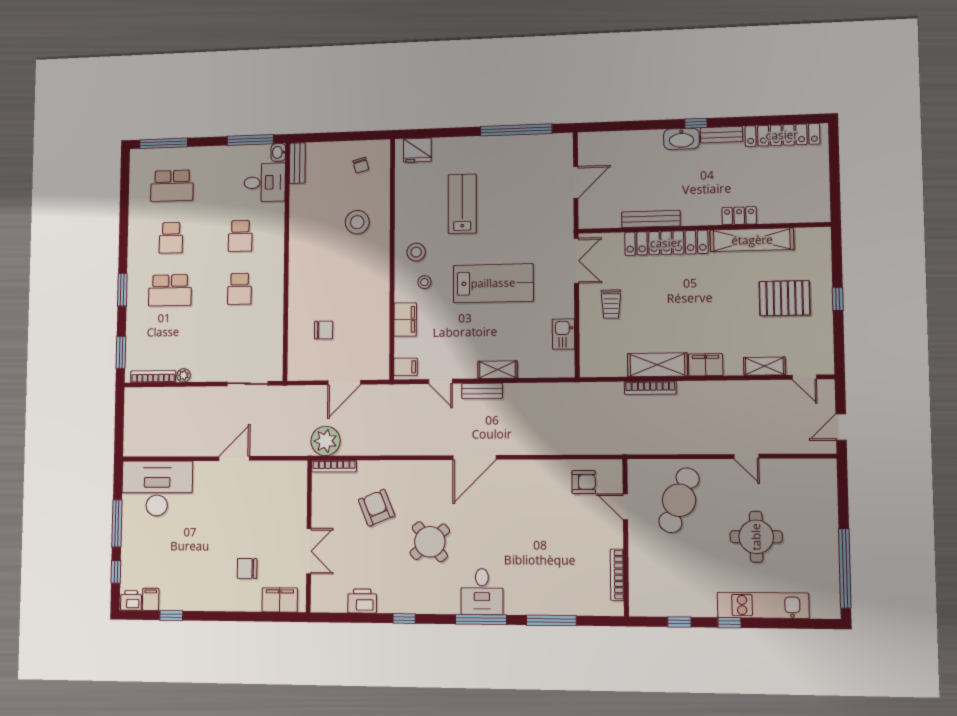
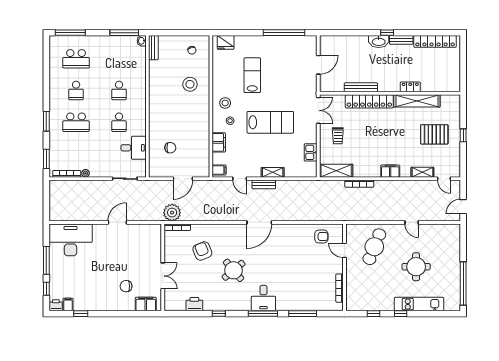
desk: (265, 182) -> (134, 148), moved
shelving: (657, 365) -> (336, 171), moved

